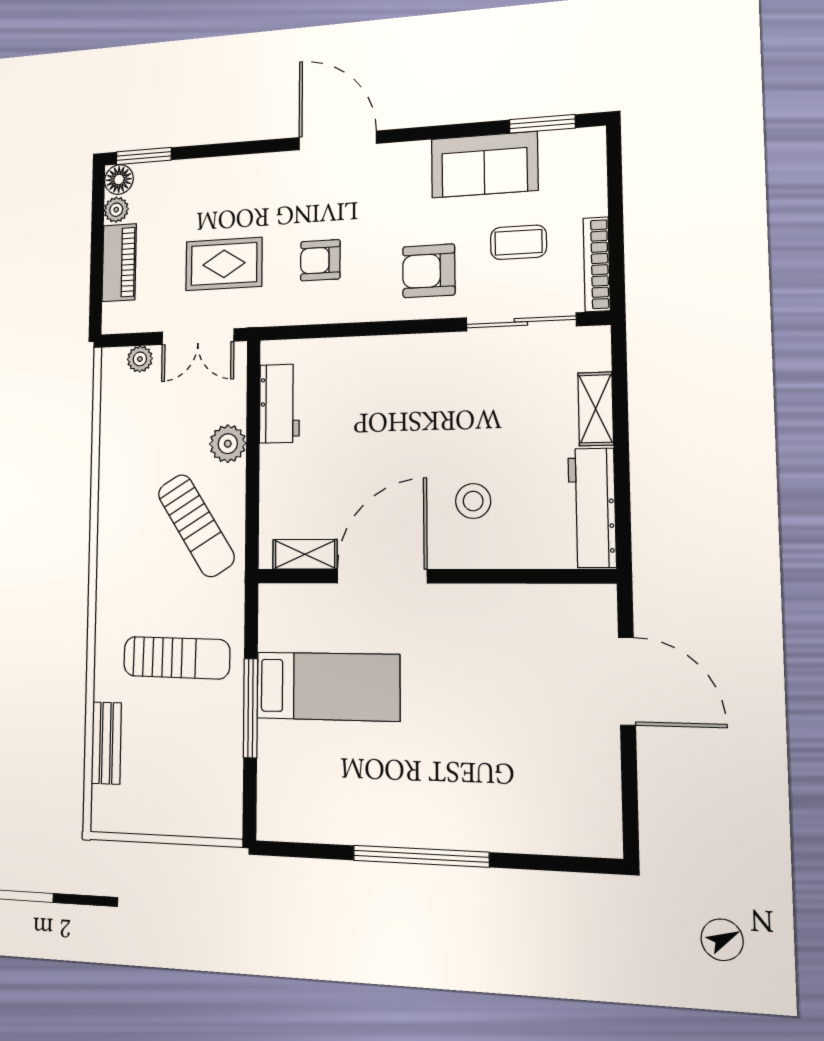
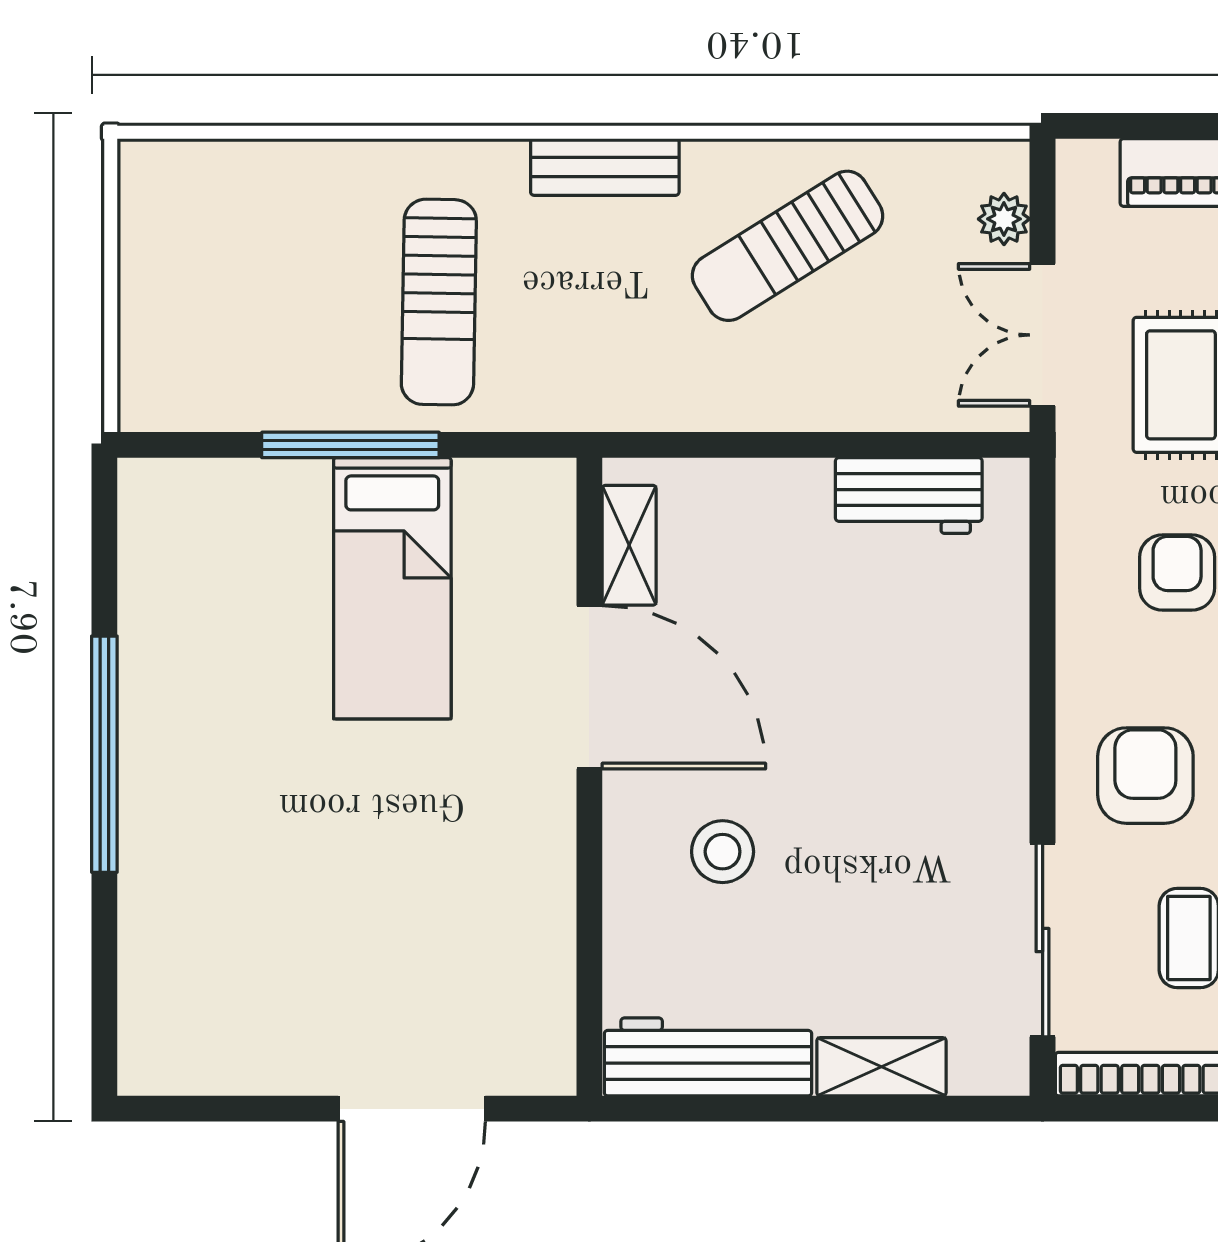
plant: (228, 444) -> (836, 396), removed
sun lounger: (196, 526) -> (788, 246), moved
bench: (106, 743) -> (605, 167), moved

